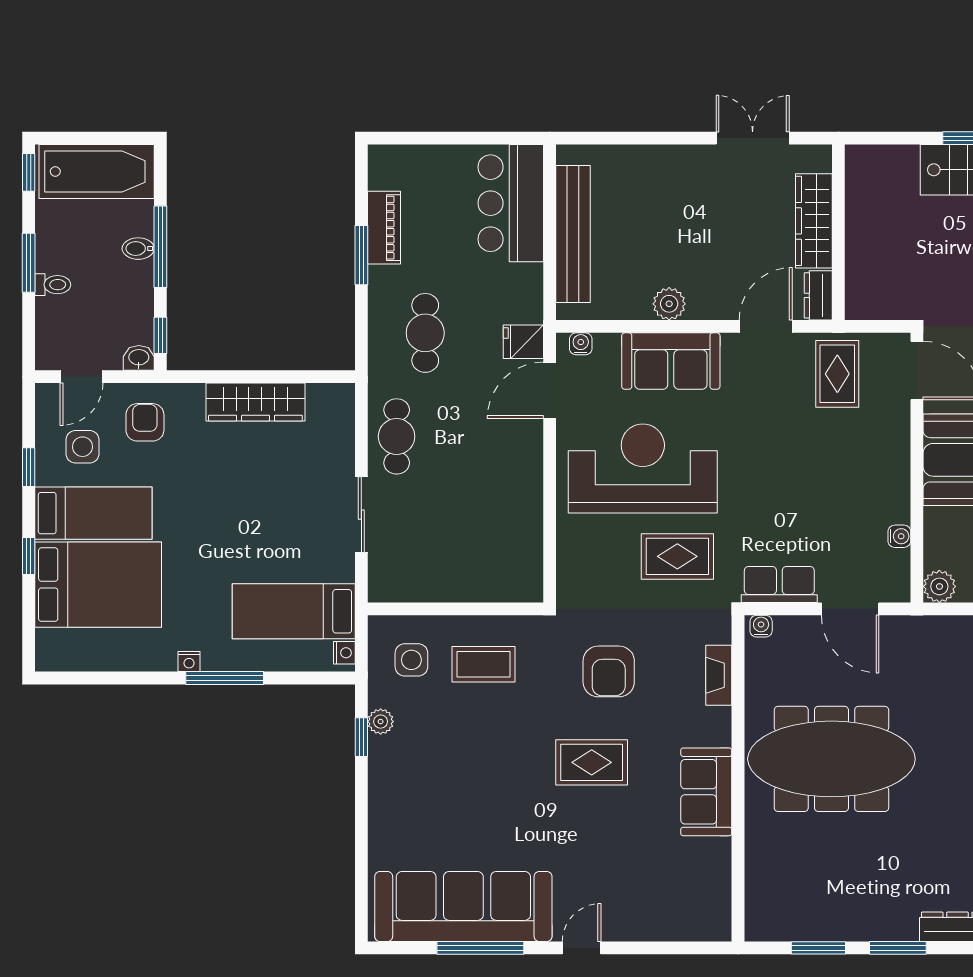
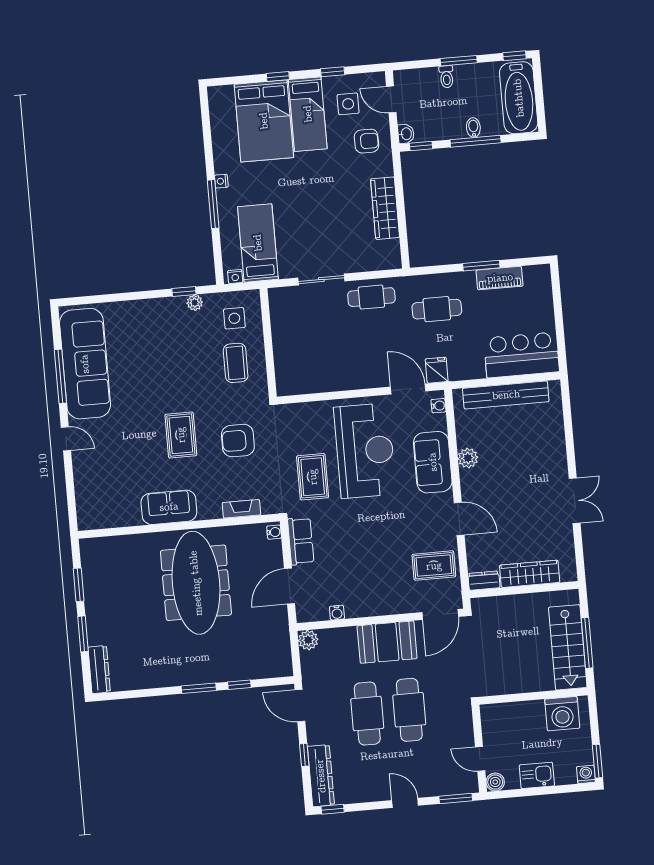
wardrobe: (814, 221) -> (530, 574), moved
wall: (838, 232) -> (524, 590), moved
dresser: (818, 295) -> (484, 581), moved

